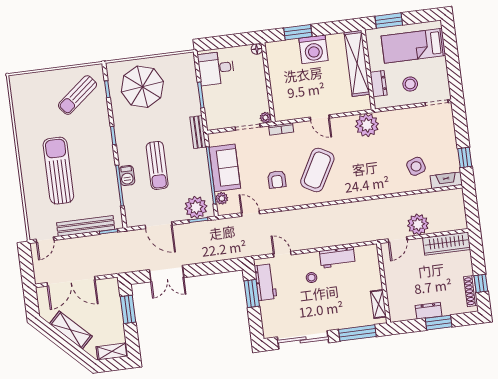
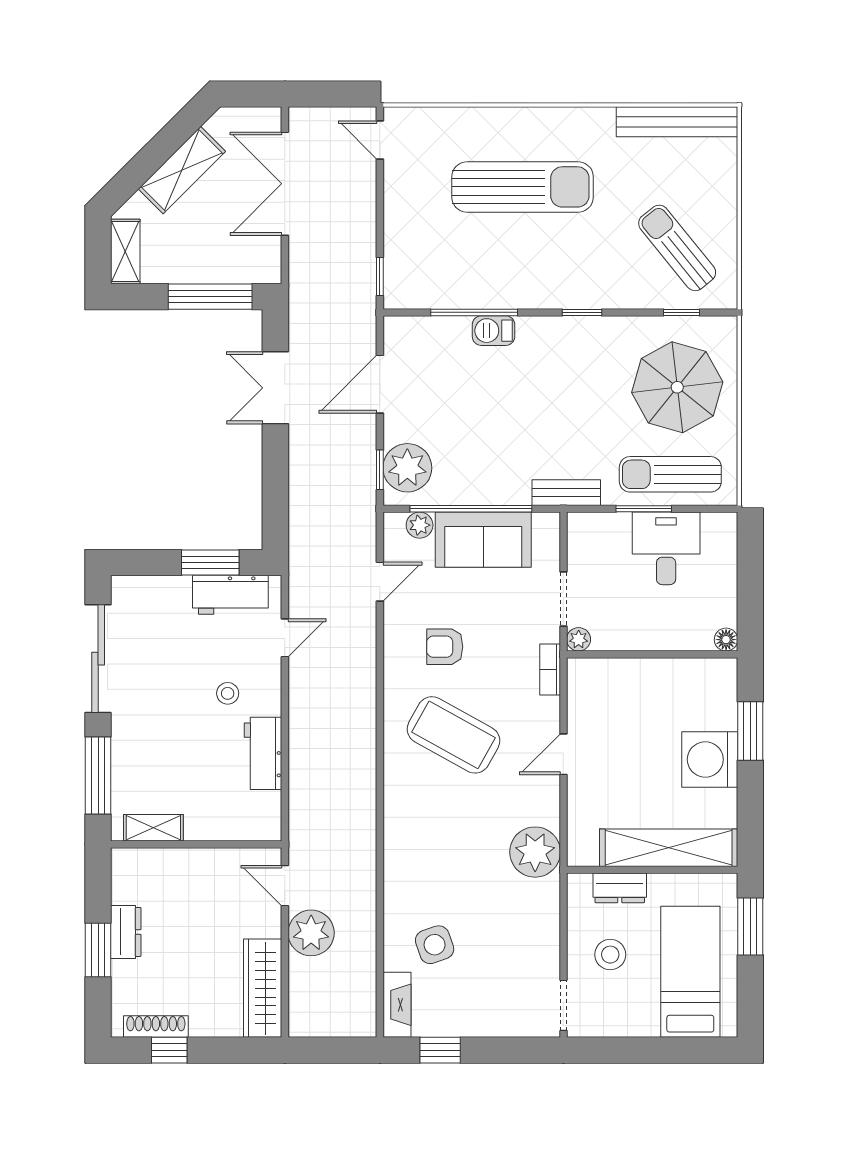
desk: (216, 68) -> (666, 548), moved
sun lounger: (157, 165) -> (670, 474), moved
bench: (86, 226) -> (677, 122), moved, turned 90
window: (128, 309) -> (210, 297), width x1.44

